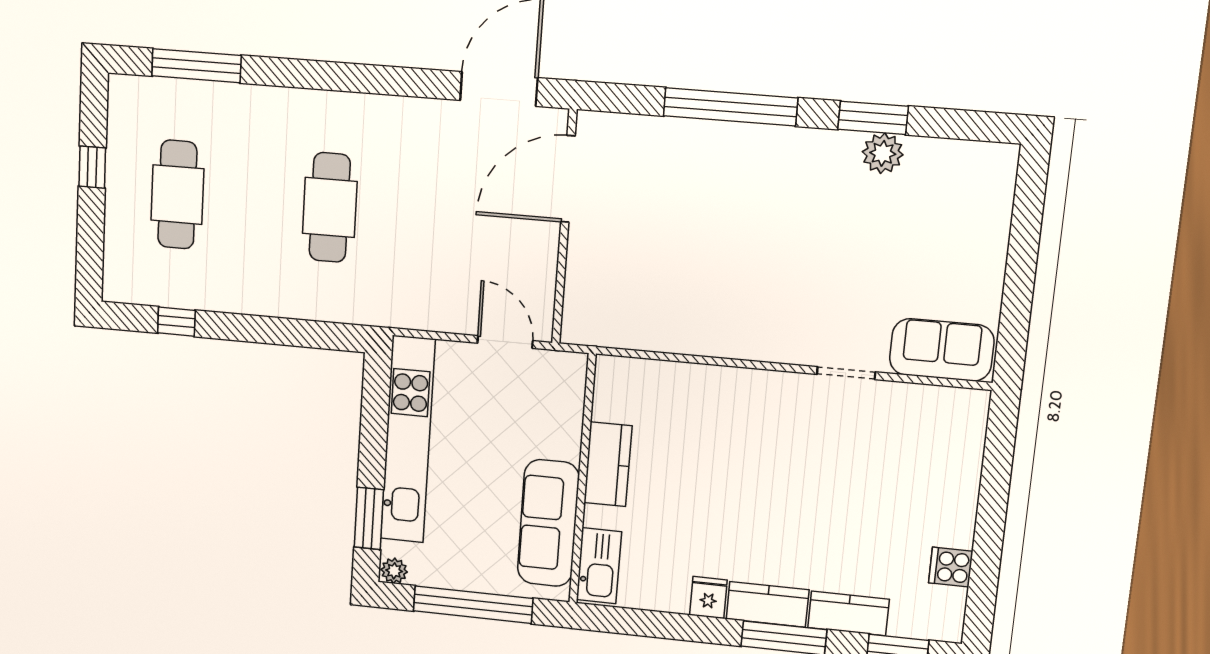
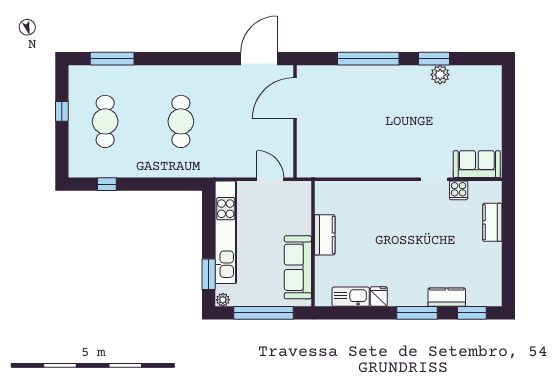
kitchen sink: (599, 566) -> (351, 297), moved, turned -90
cooker: (951, 567) -> (459, 190), moved, turned -90
kitchen counter: (768, 604) -> (492, 222), moved, turned -90

